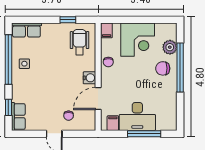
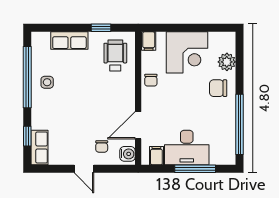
row of seats: (26, 30) -> (69, 41), moved
window: (180, 68) -> (240, 124), moved
water cooler: (89, 78) -> (127, 154), moved

